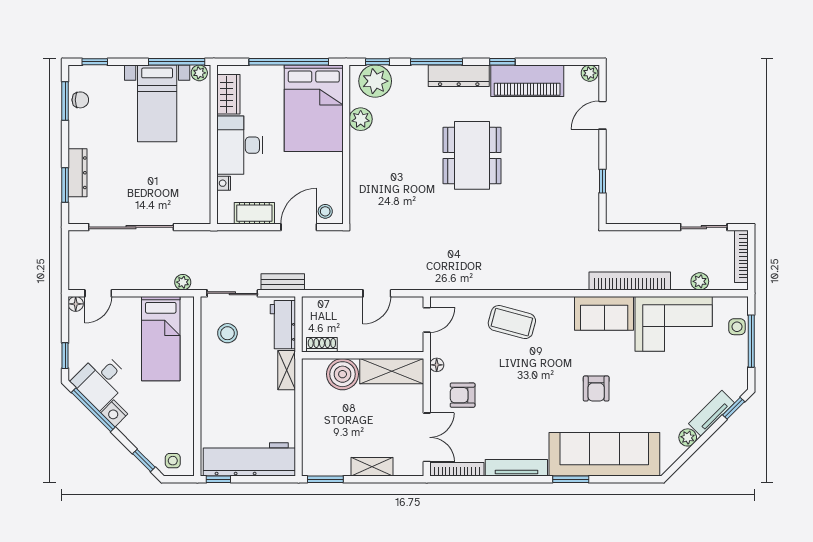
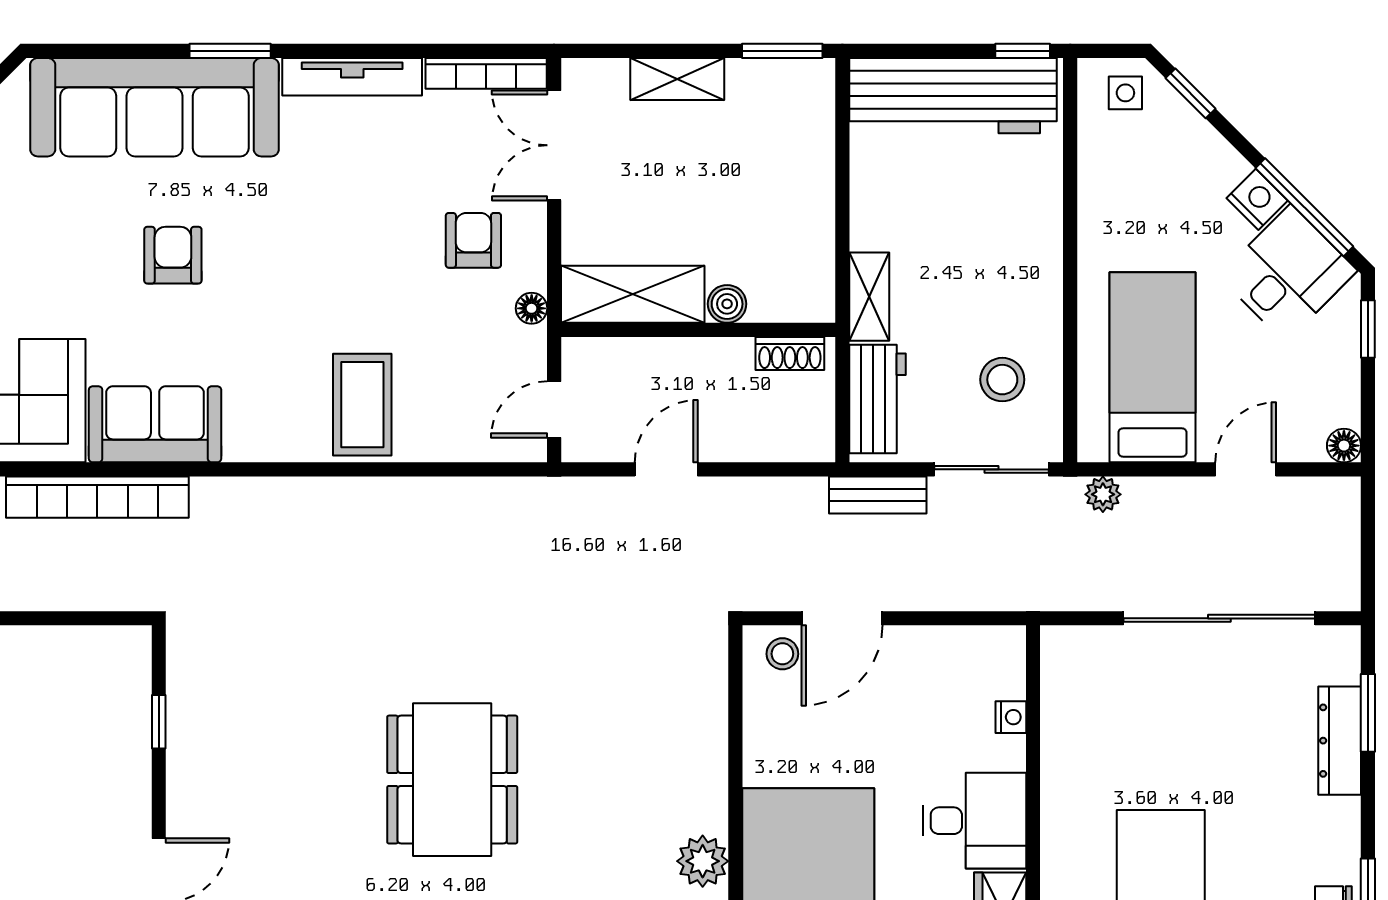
desk: (240, 145) -> (974, 821), width x0.73
cot: (254, 213) -> (942, 650), removed
door: (98, 293) -> (1246, 469), moved
coffee table: (512, 322) -> (362, 405), turned 75
boiler: (343, 374) -> (727, 304), width x0.54, depth x0.54
armchair: (463, 395) -> (473, 240), turned -90

